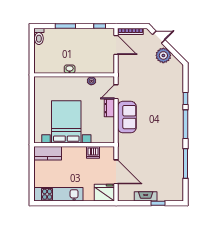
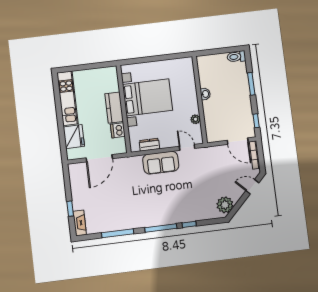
door: (159, 37) -> (252, 187), swing flipped
door: (116, 45) -> (238, 141), hinge flipped
plant: (163, 55) -> (225, 205), moved
dresser: (109, 108) -> (149, 145), moved
kitchen counter: (48, 153) -> (114, 108), moved
fridge: (104, 193) -> (74, 137), moved
fireplace: (146, 196) -> (80, 223), moved

